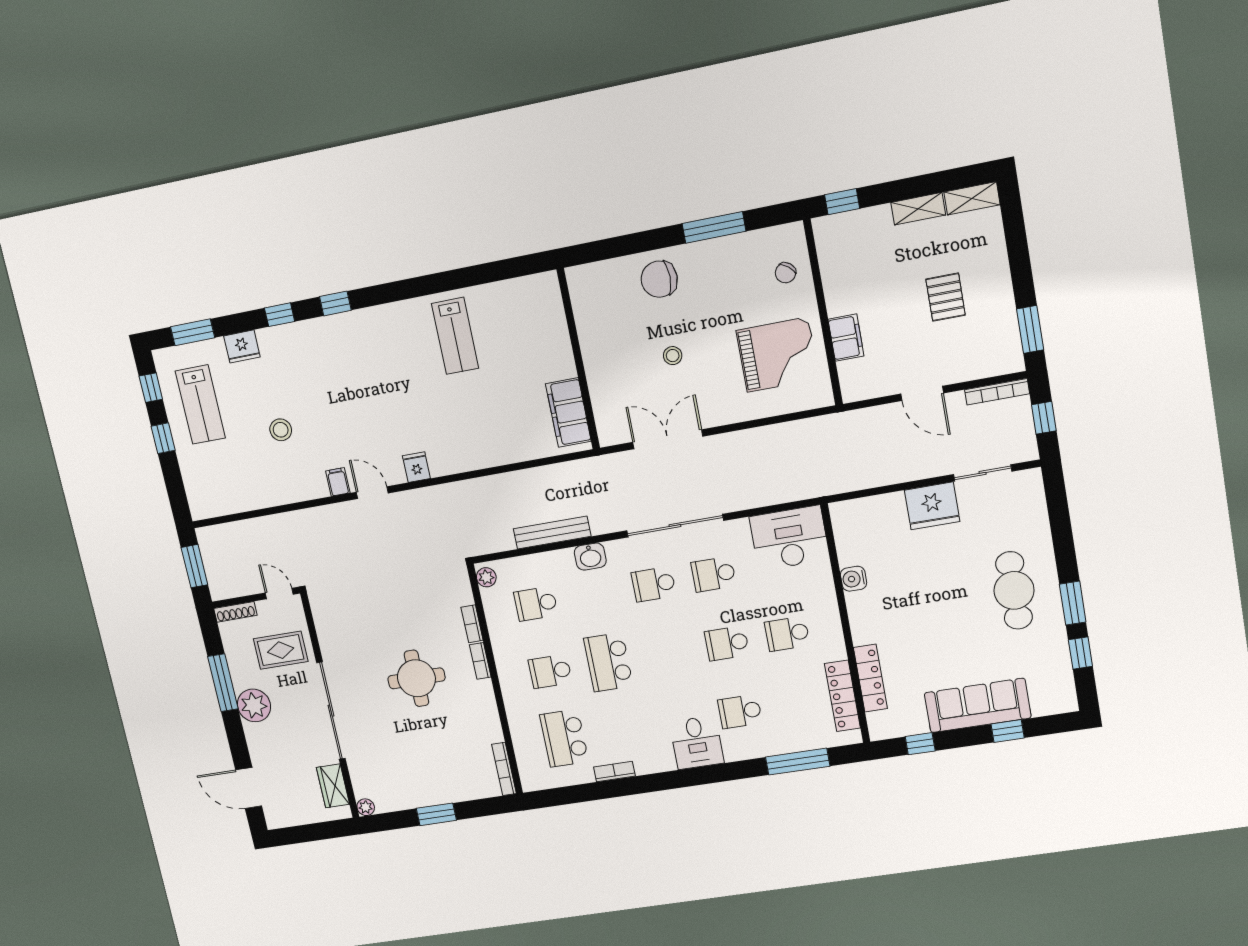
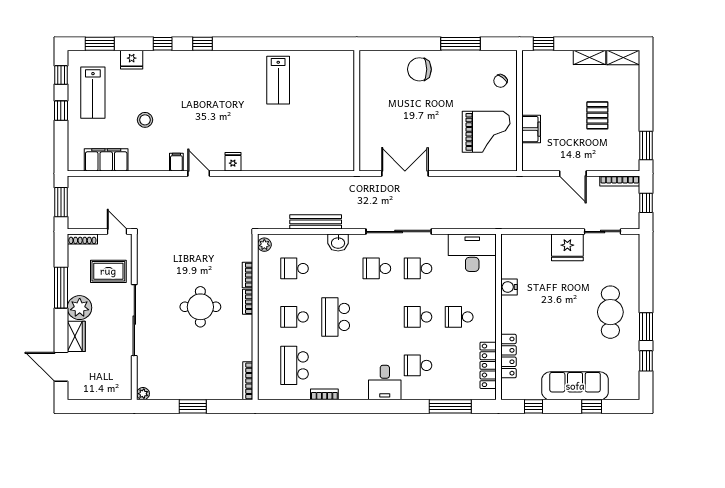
stool: (673, 356) -> (419, 120), removed
filing cabinet: (568, 413) -> (106, 160), moved, turned 90
wardrobe: (333, 786) -> (76, 336), moved, turned 180

